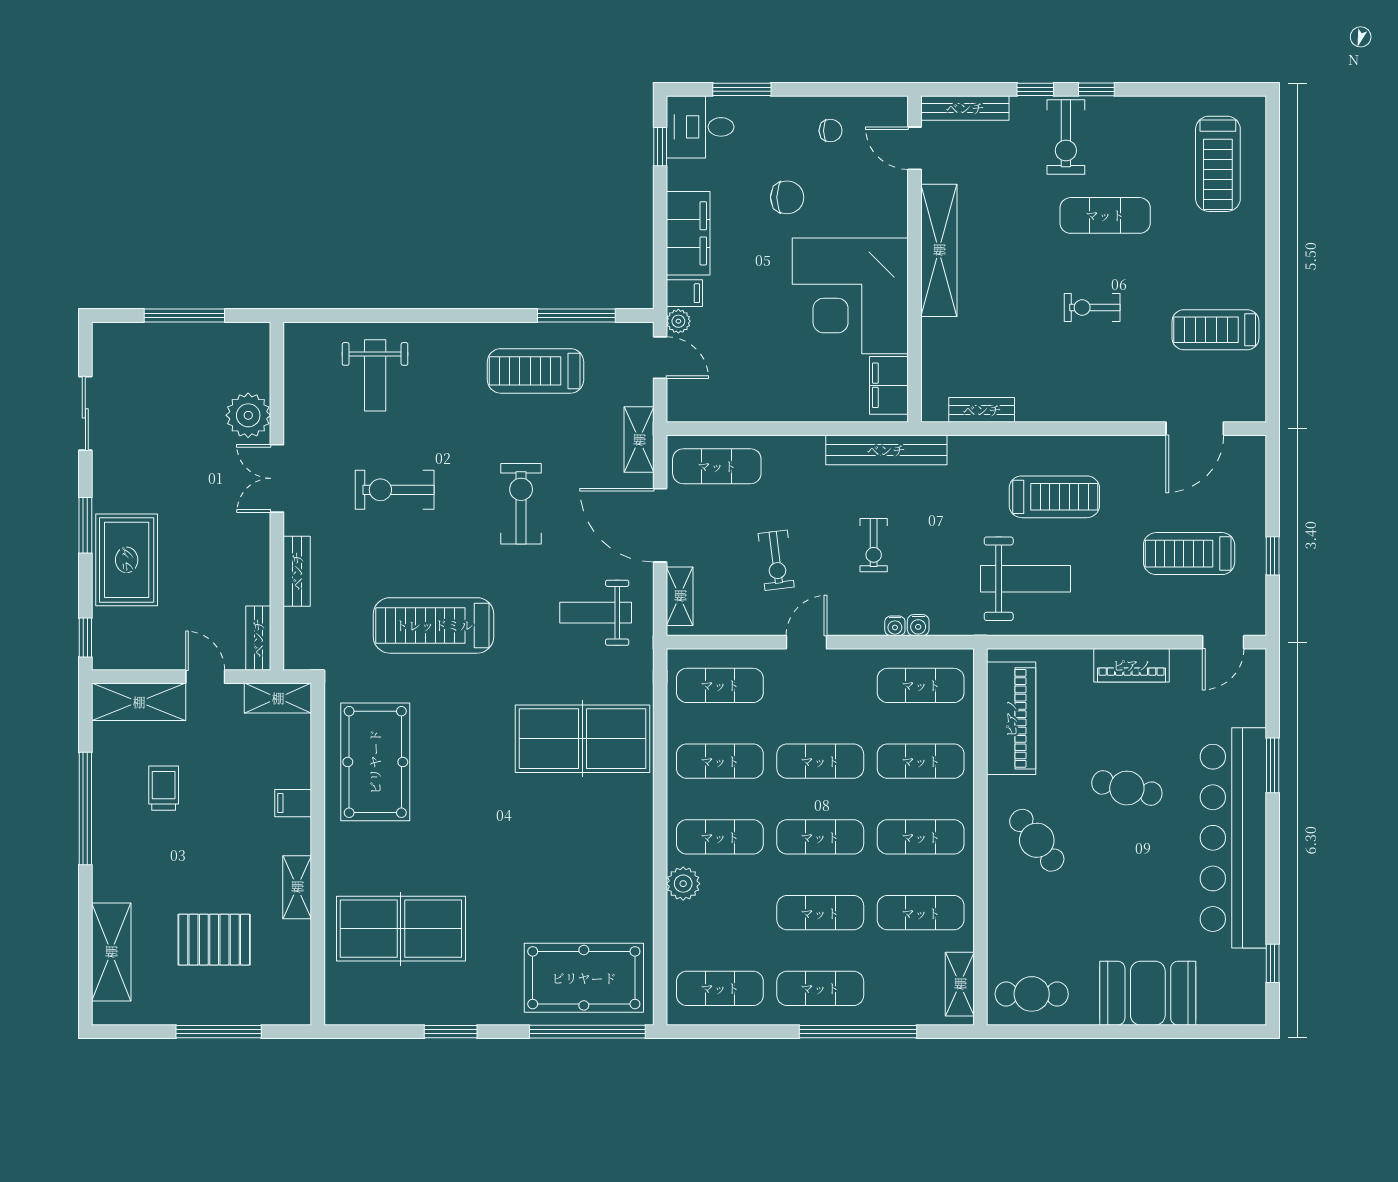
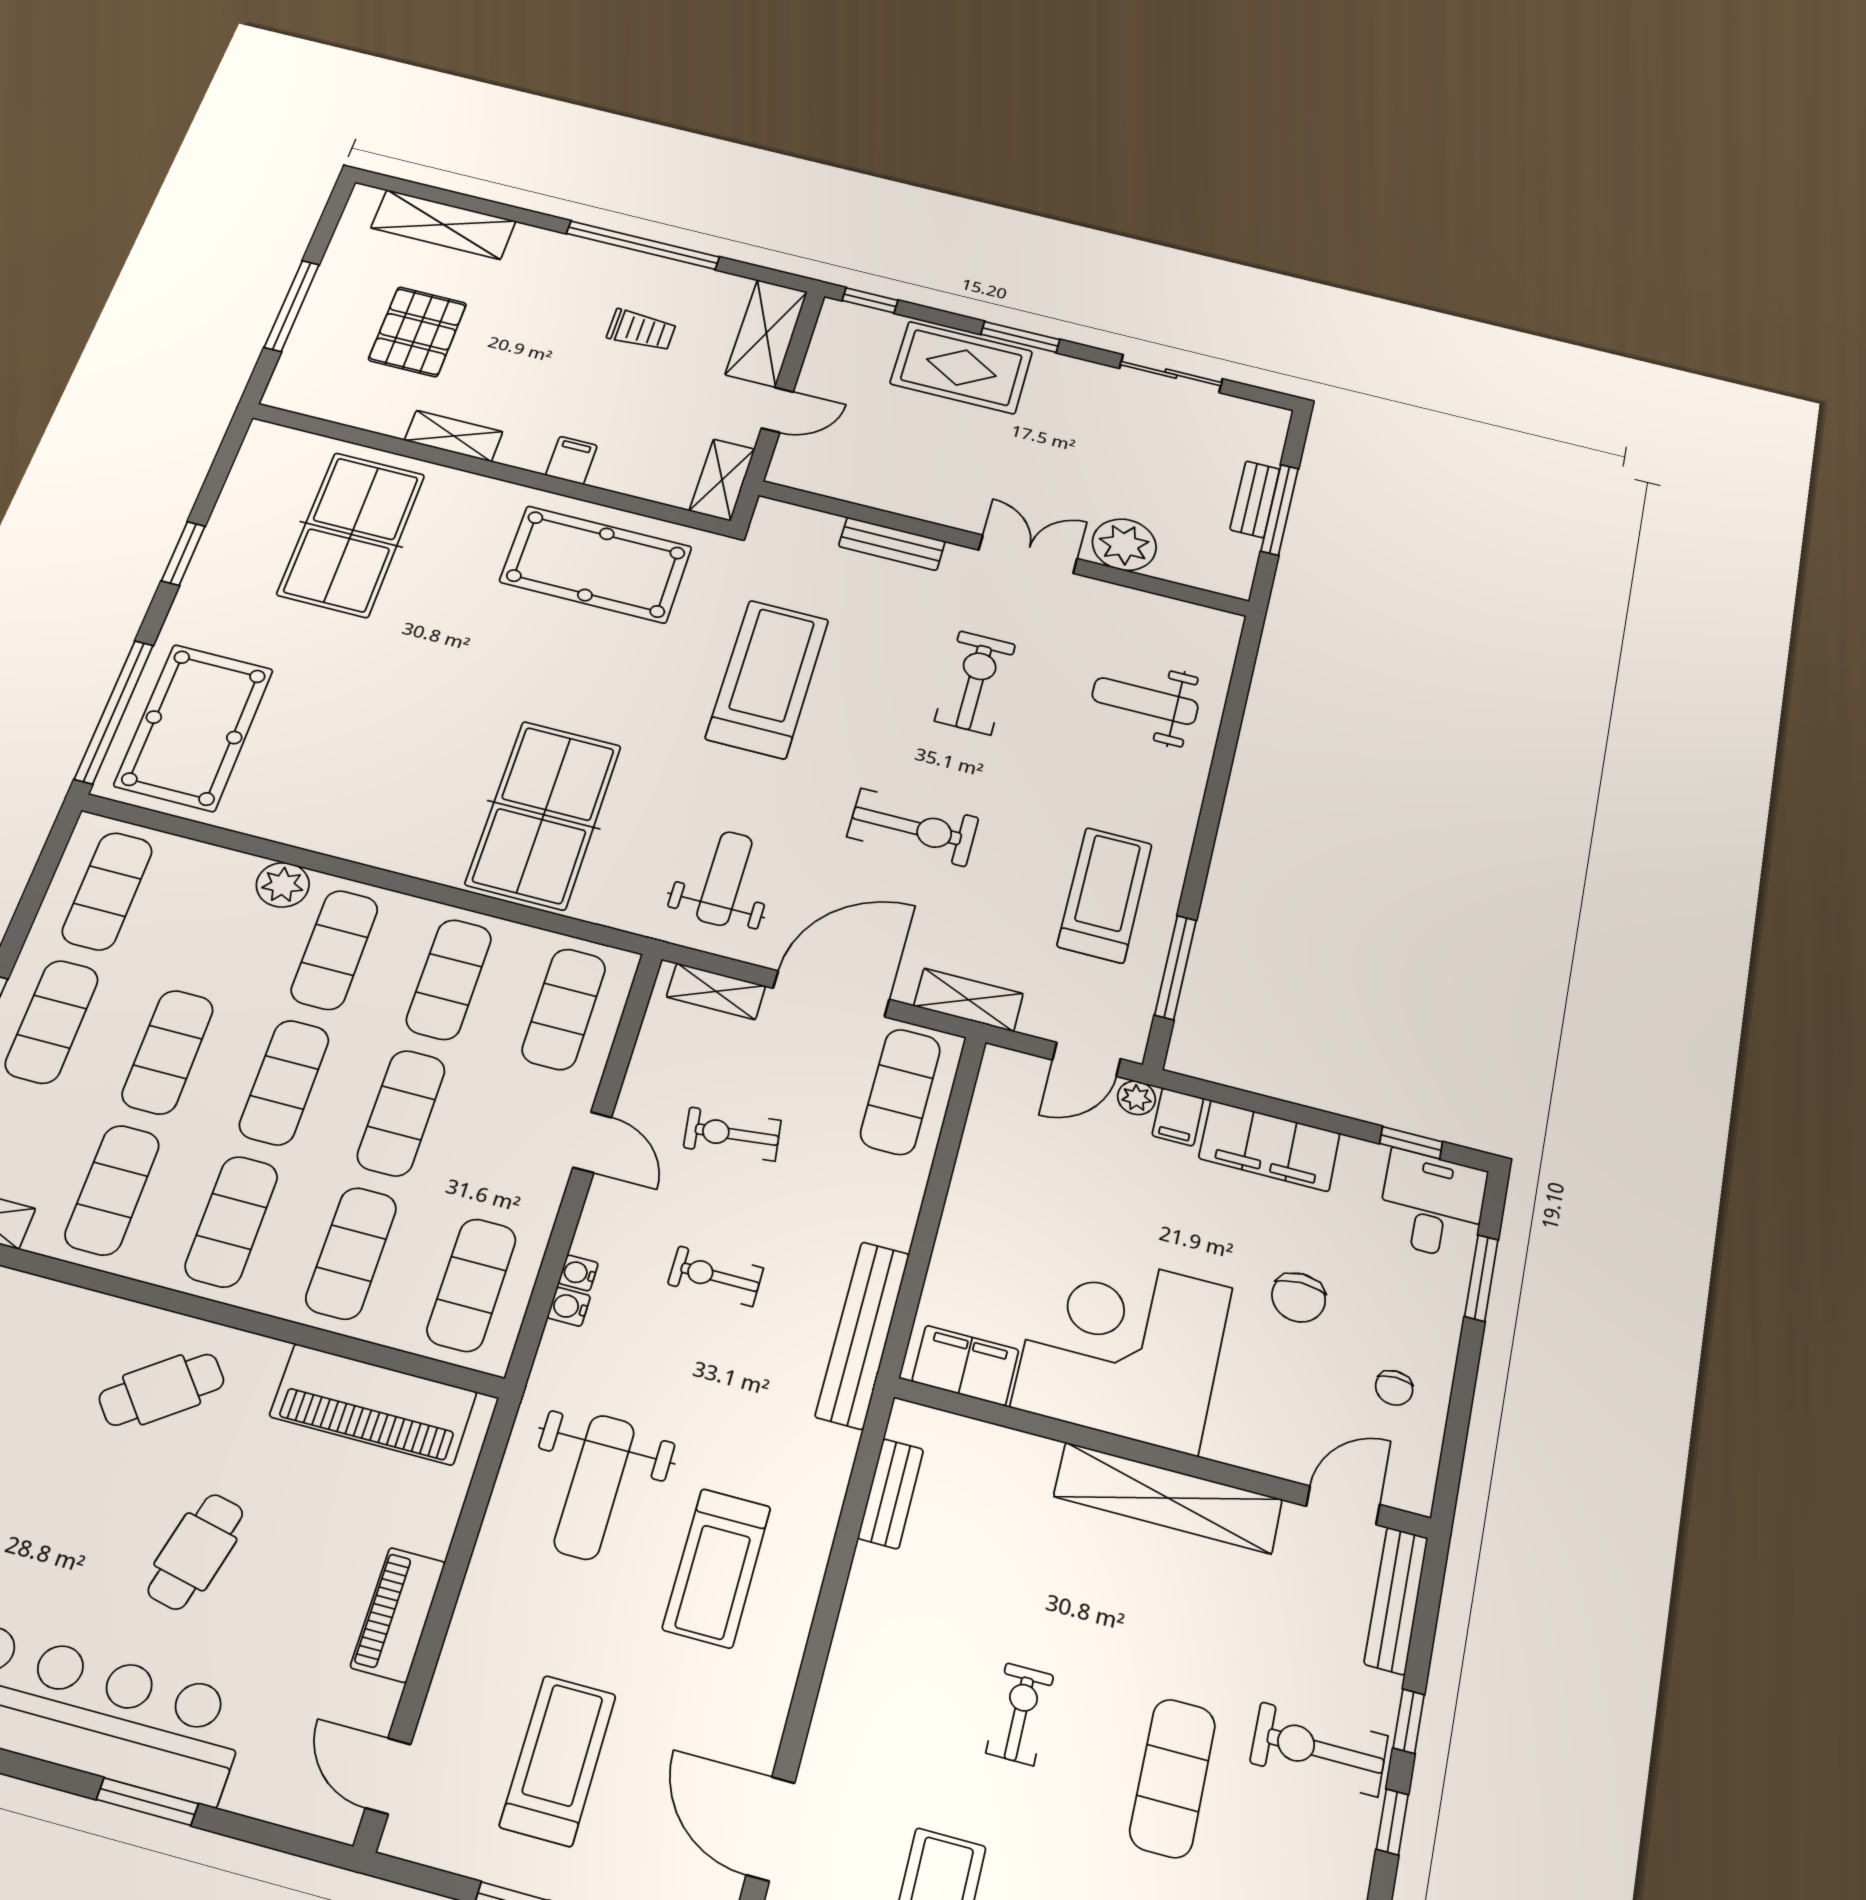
bench: (258, 638) -> (1255, 499), moved, turned 90

